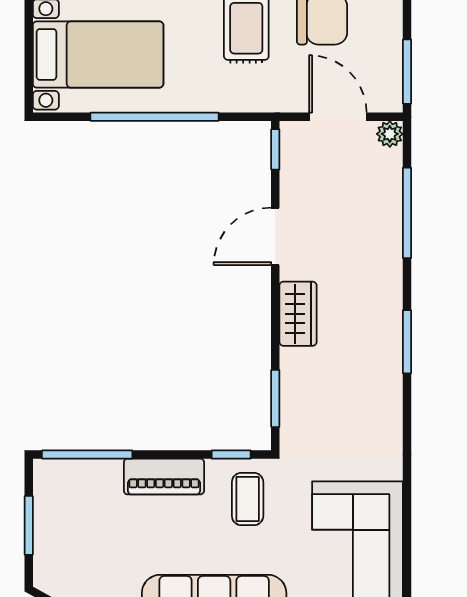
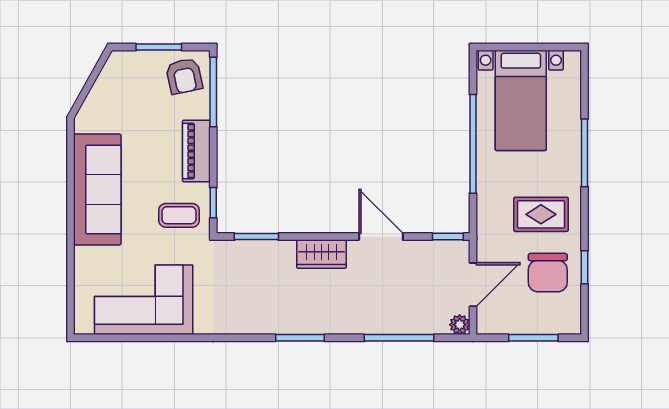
window: (407, 72) -> (533, 338), moved
armchair: (66, 492) -> (184, 76), added

